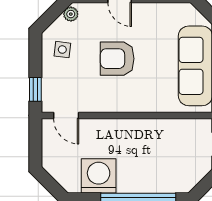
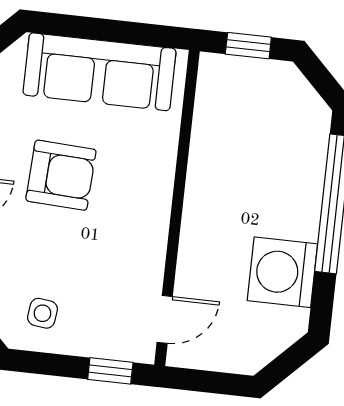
armchair: (117, 59) -> (61, 175), moved, turned -87

